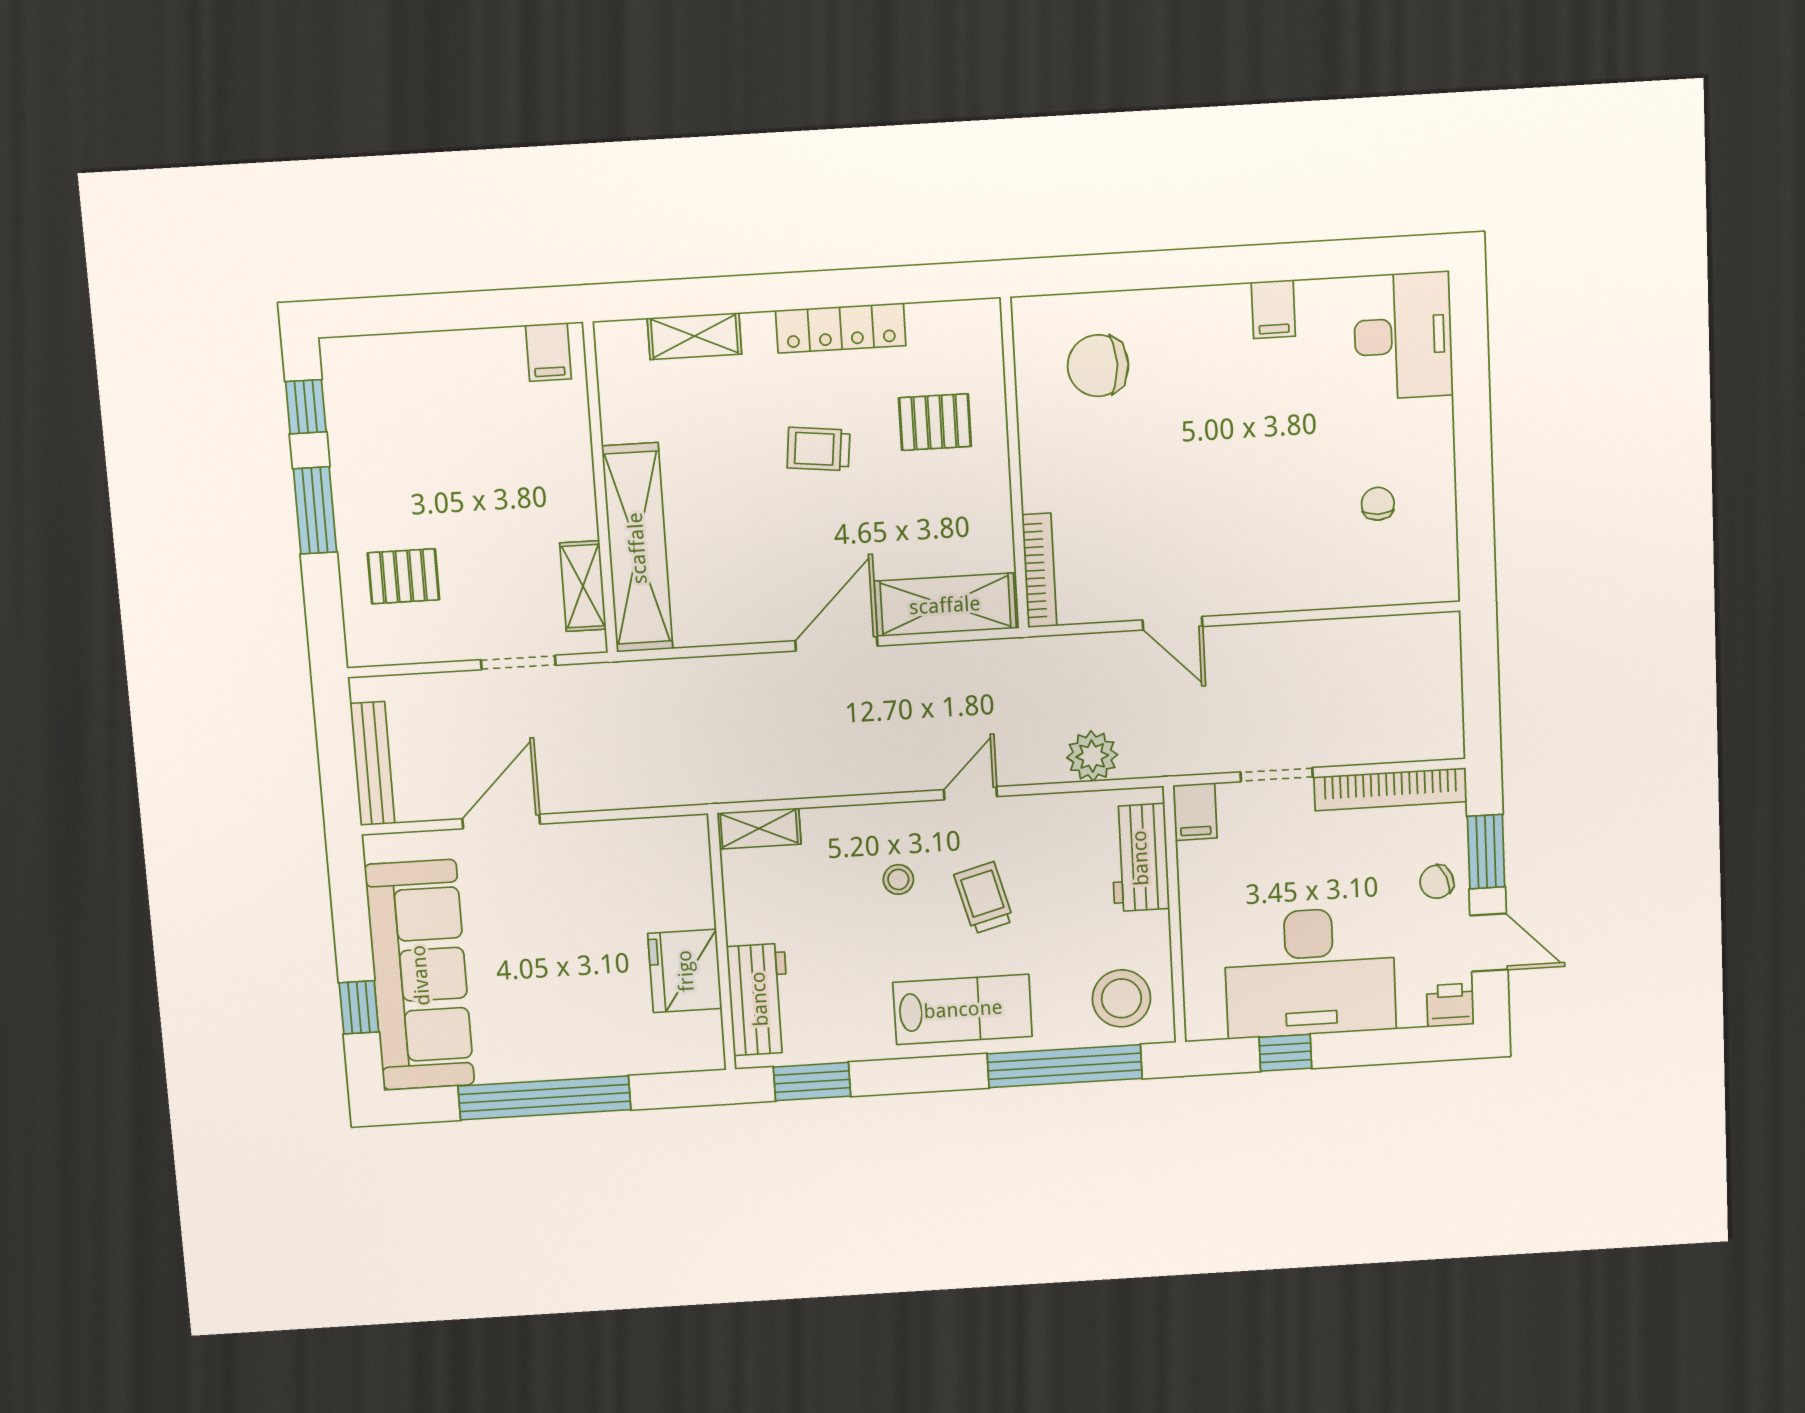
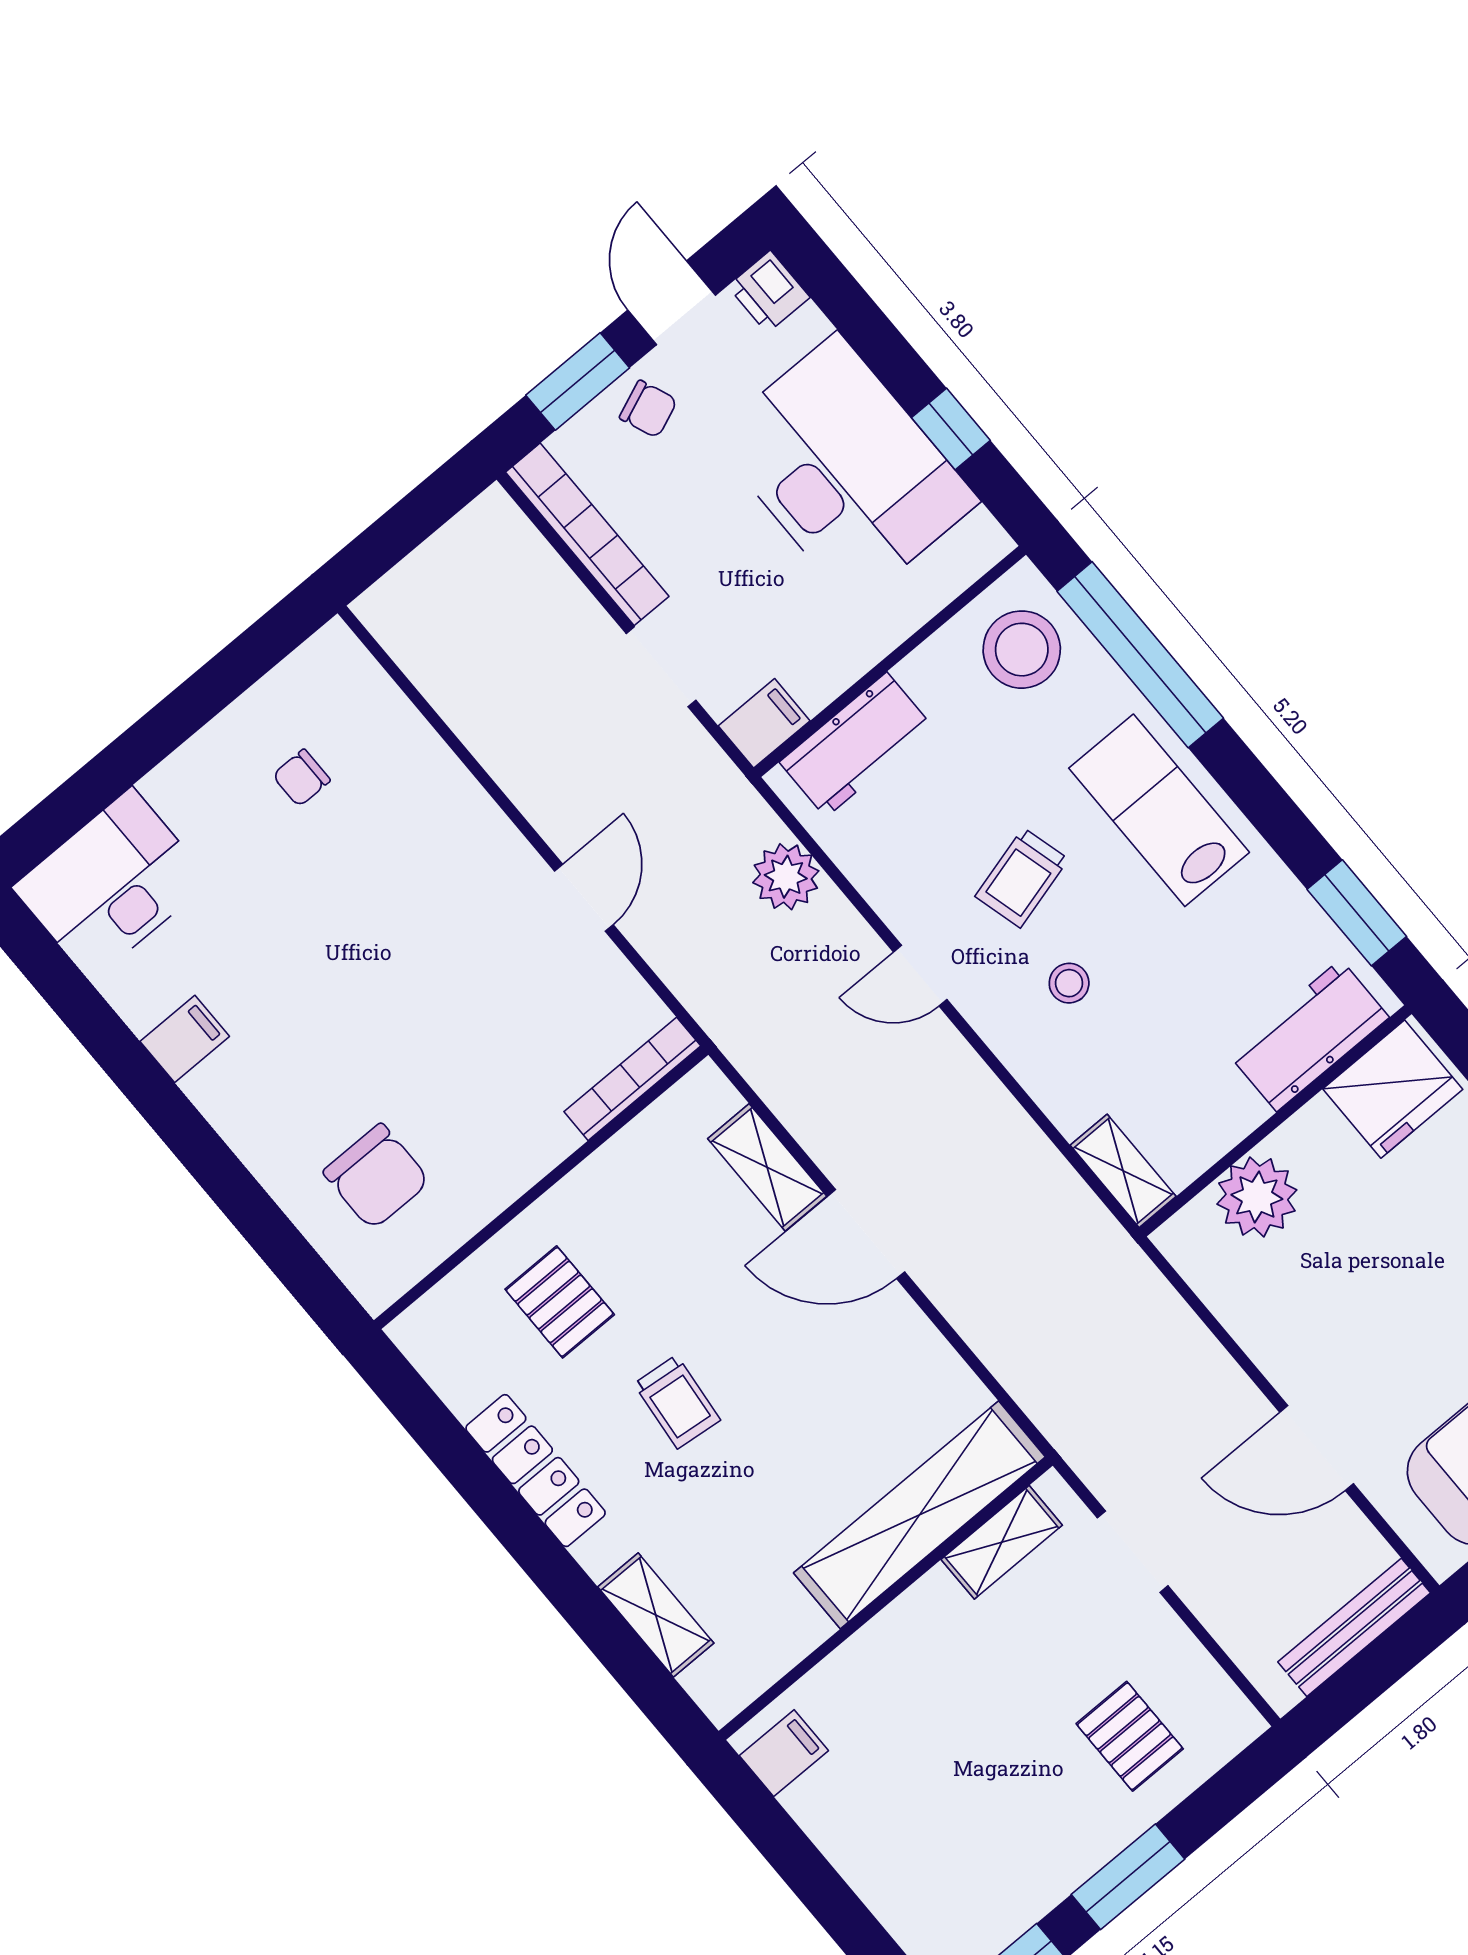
shelving: (945, 605) -> (767, 1167), width x0.67, depth x0.75
plant: (683, 897) -> (1257, 1197), added
fridge: (685, 971) -> (1393, 1089), moved

